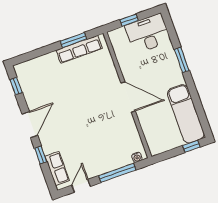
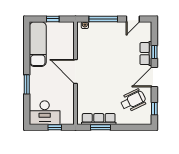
wheelchair: (45, 87) -> (133, 100), added
window: (191, 146) -> (53, 19), moved
row of seats: (57, 169) -> (146, 54), moved

